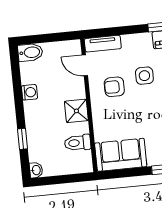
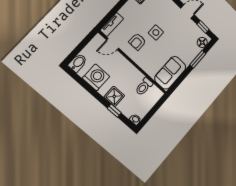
side table: (144, 76) -> (156, 32), moved
washing machine: (29, 92) -> (96, 77), width x1.89, depth x1.89
shower: (76, 111) -> (114, 96), moved

